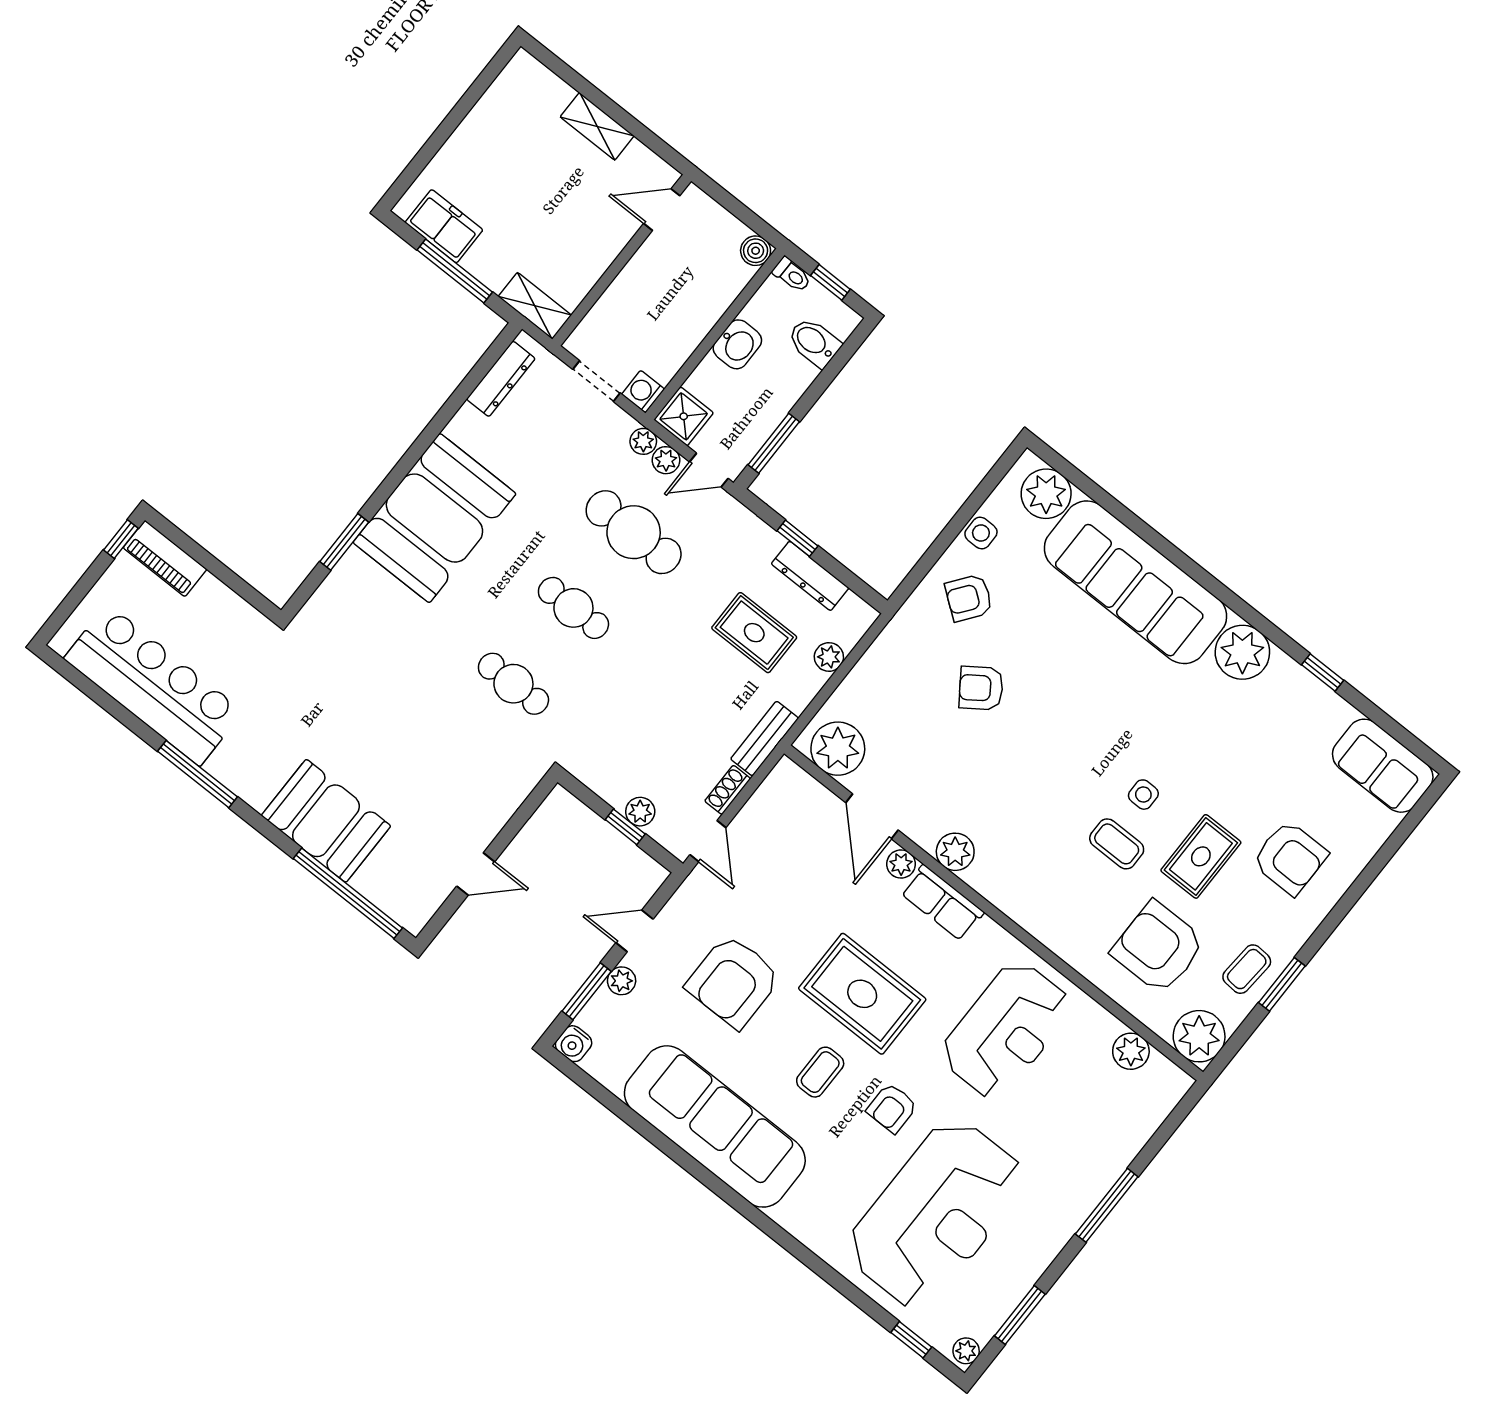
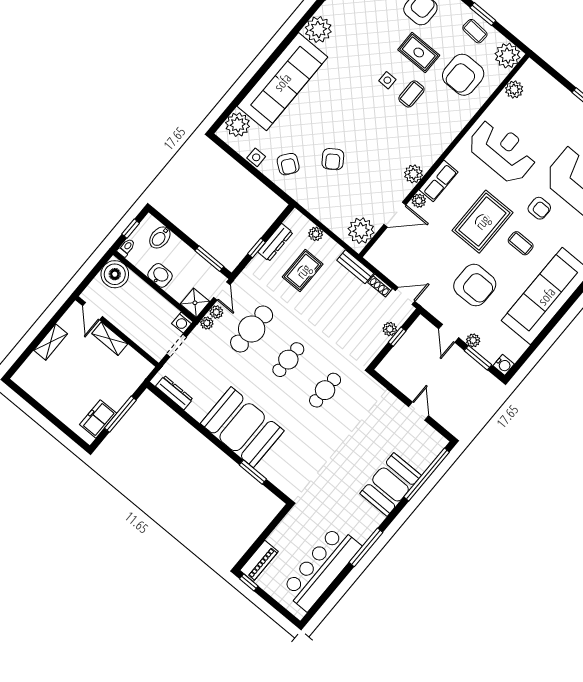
boiler: (756, 251) -> (115, 274), width x1.86, depth x1.86
shelving: (535, 306) -> (110, 339), moved, turned 90

